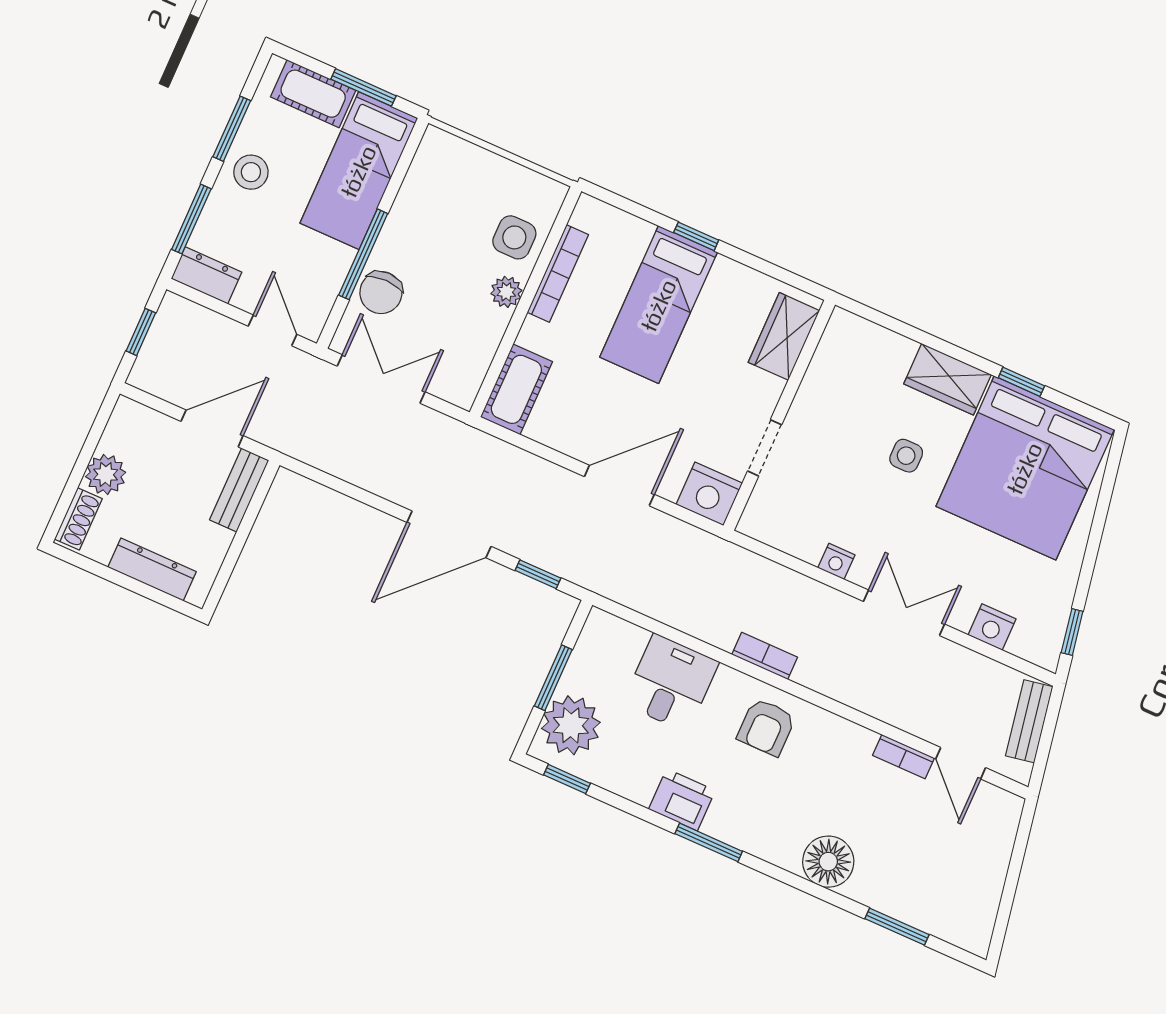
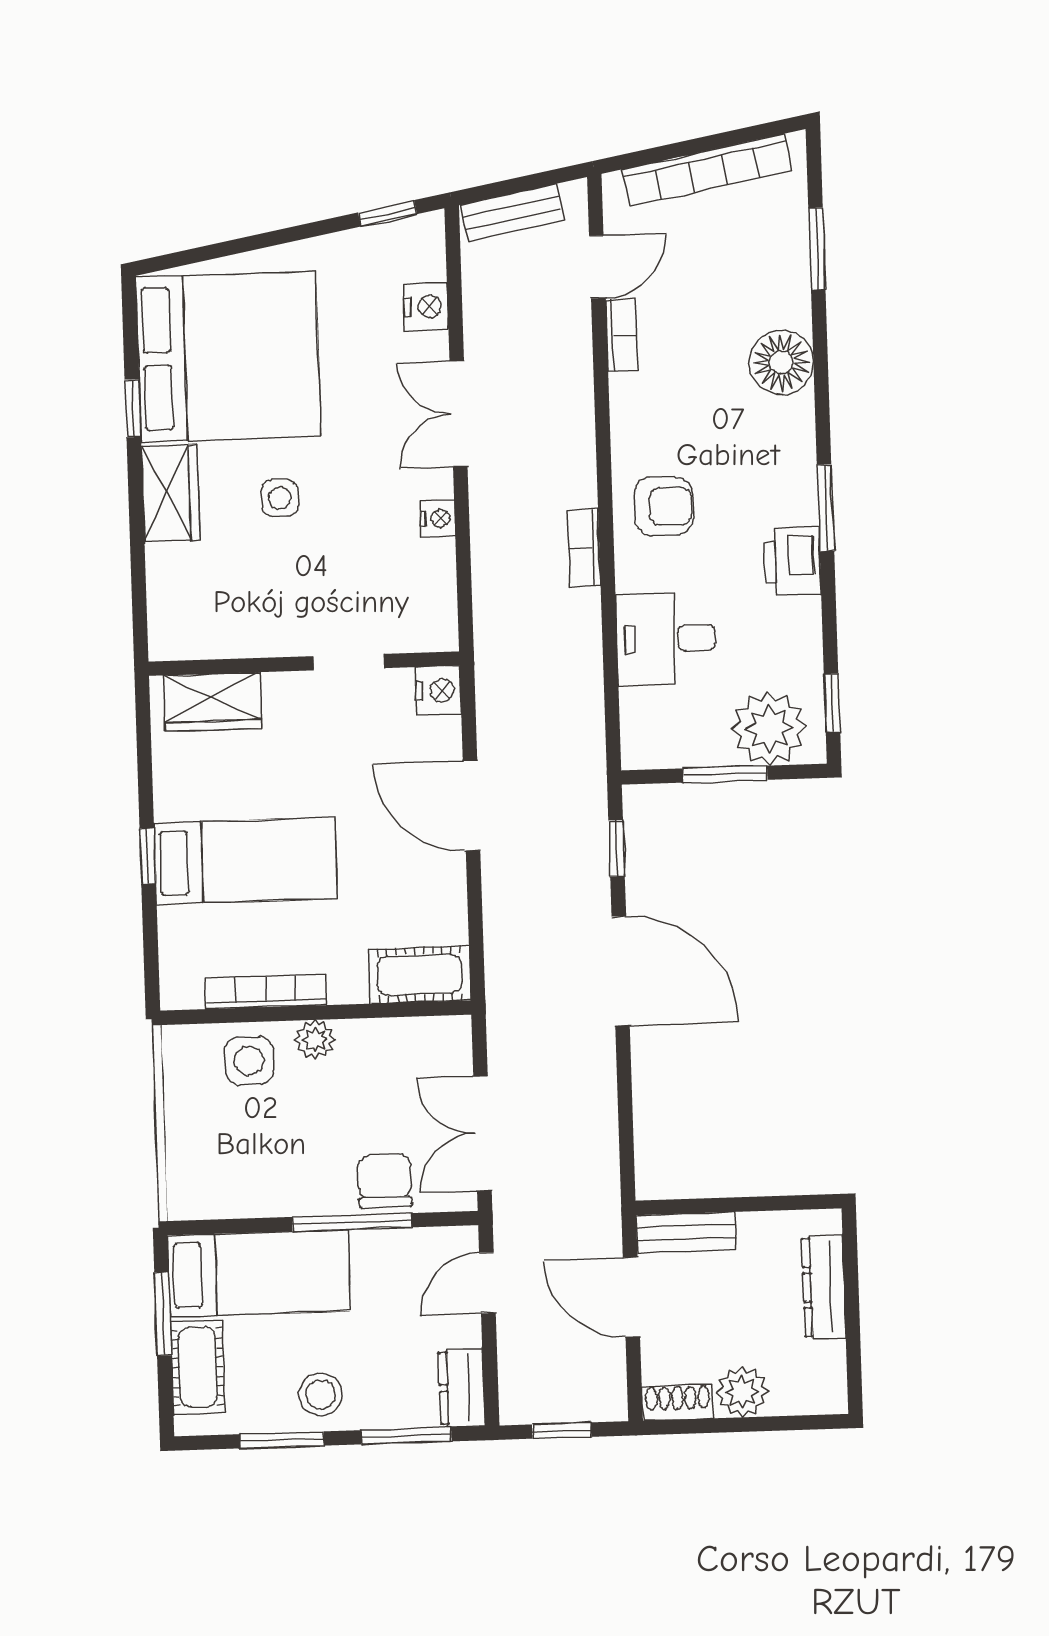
chair: (381, 293) -> (385, 1181), turned -90
nightstand: (709, 494) -> (438, 690), width x0.74, depth x0.75
shoe rack: (78, 519) -> (678, 1402), moved
bookcase: (992, 875) -> (707, 170), added

